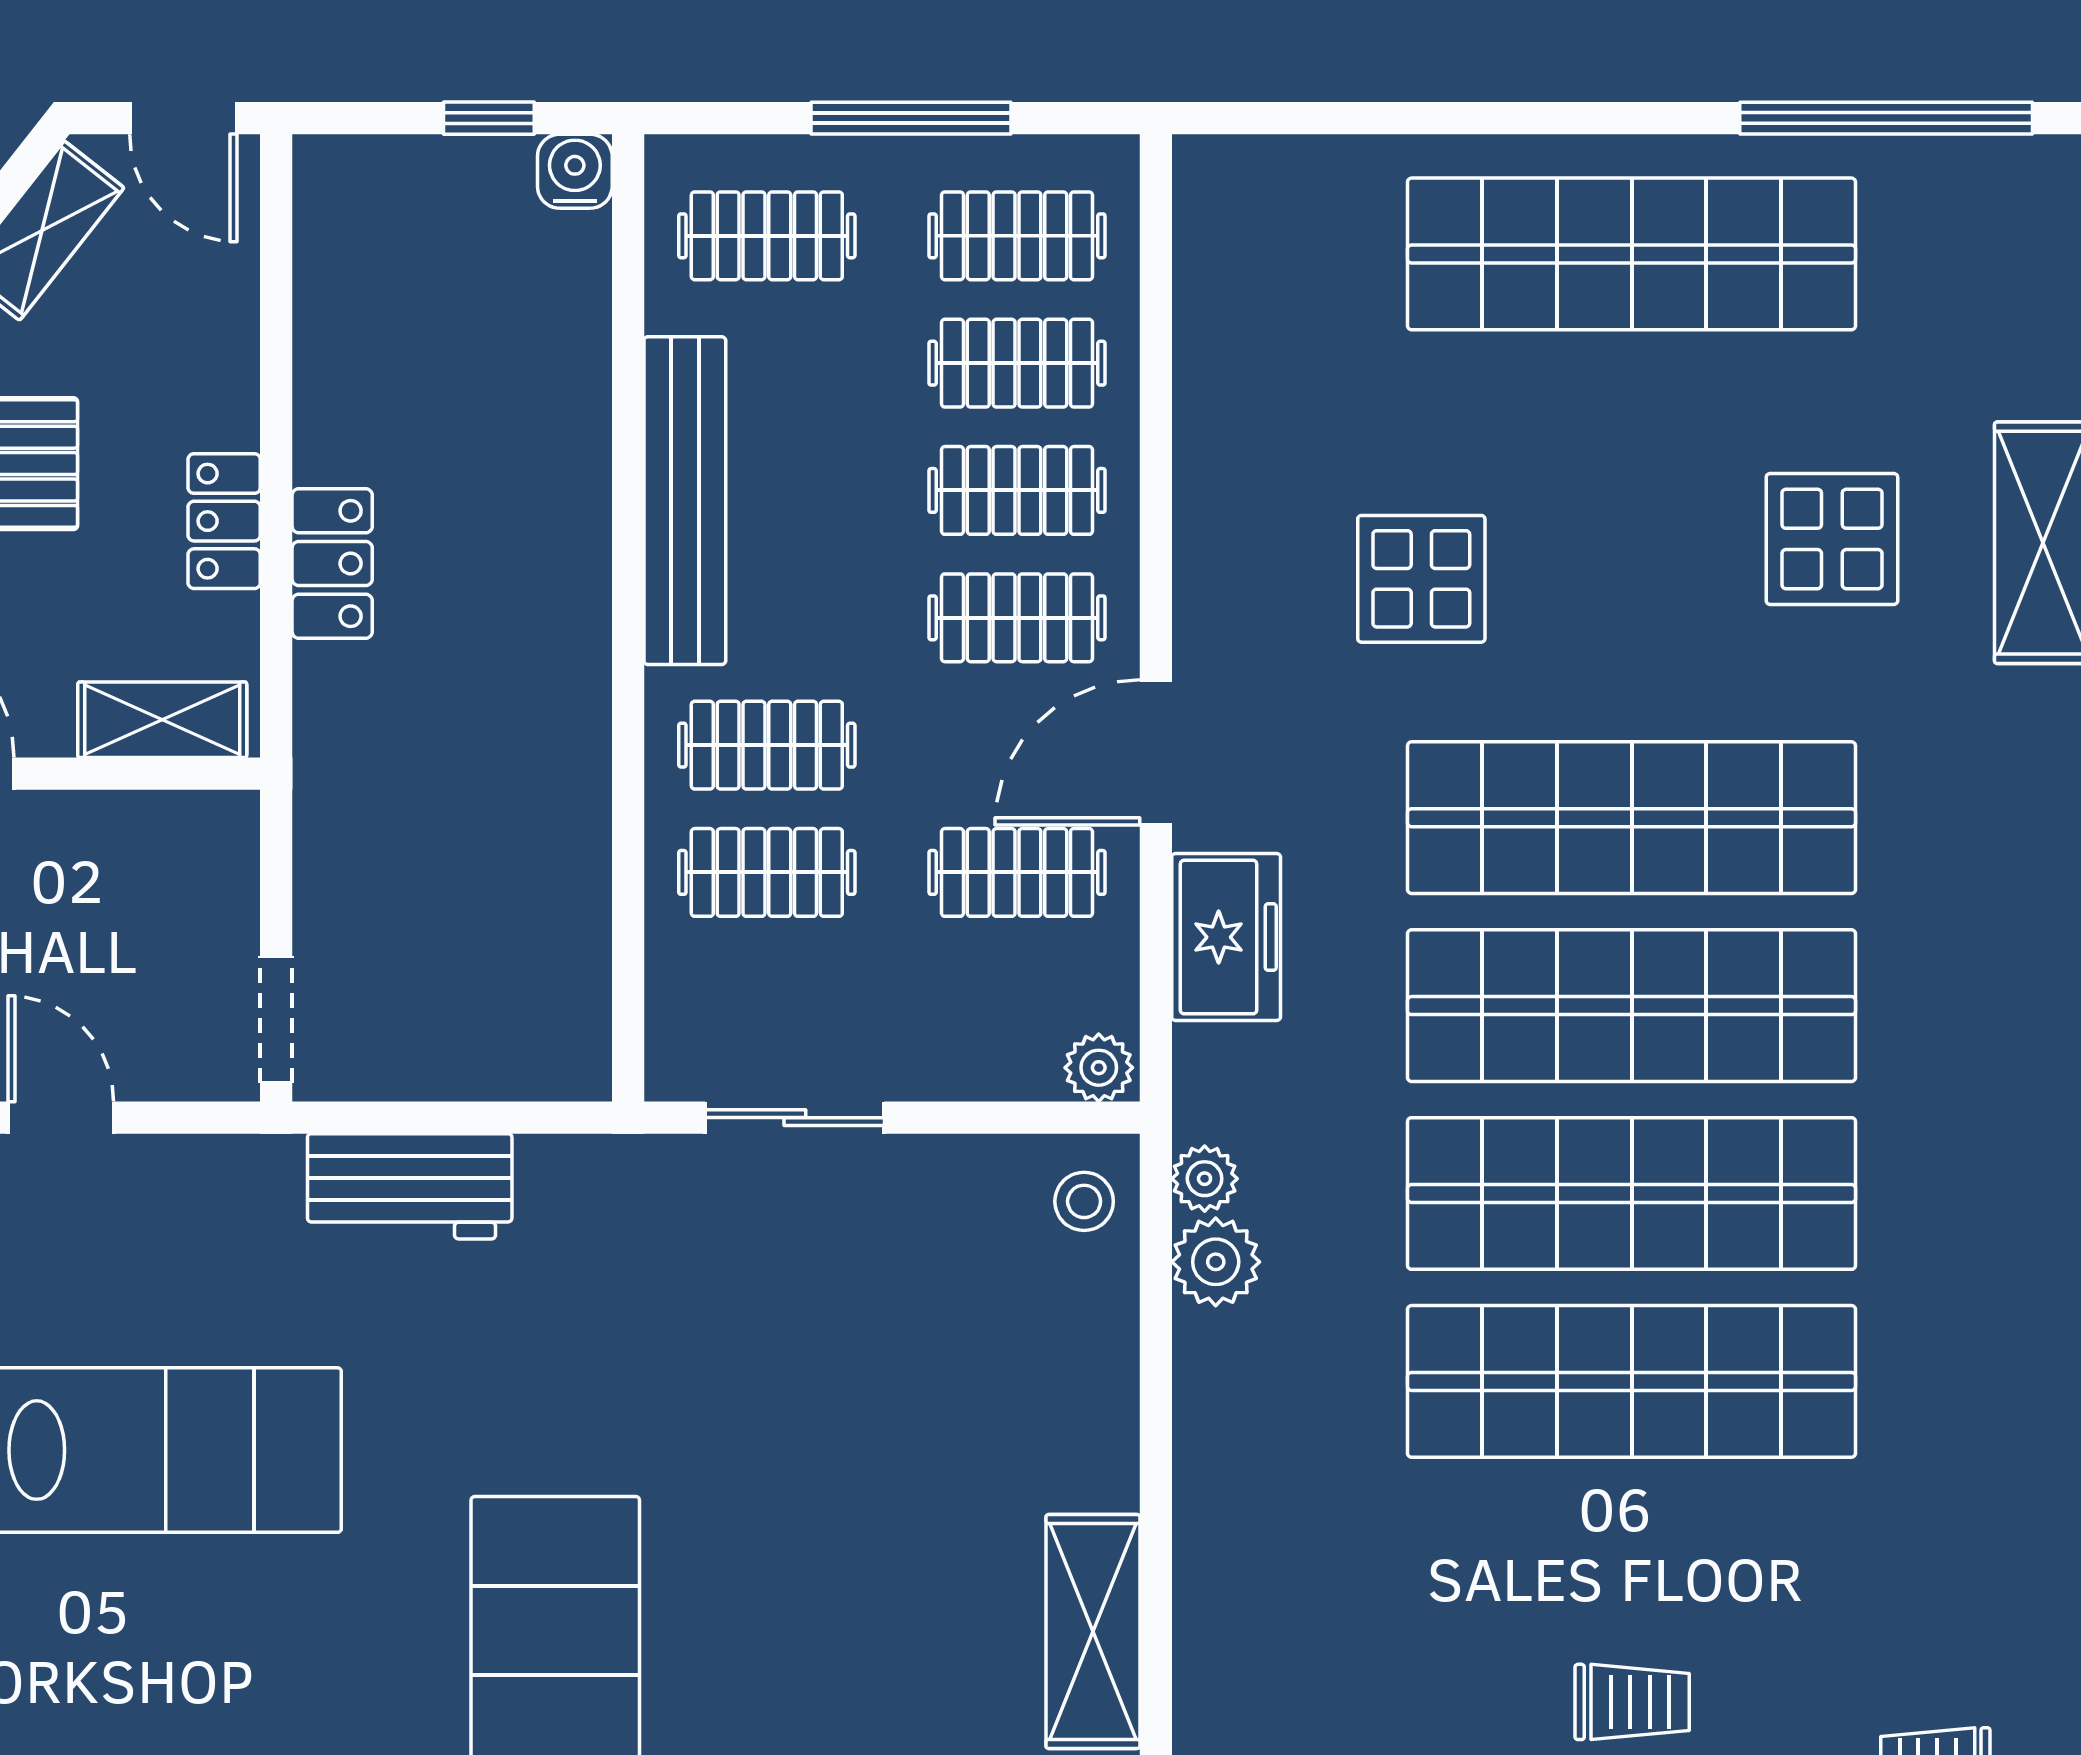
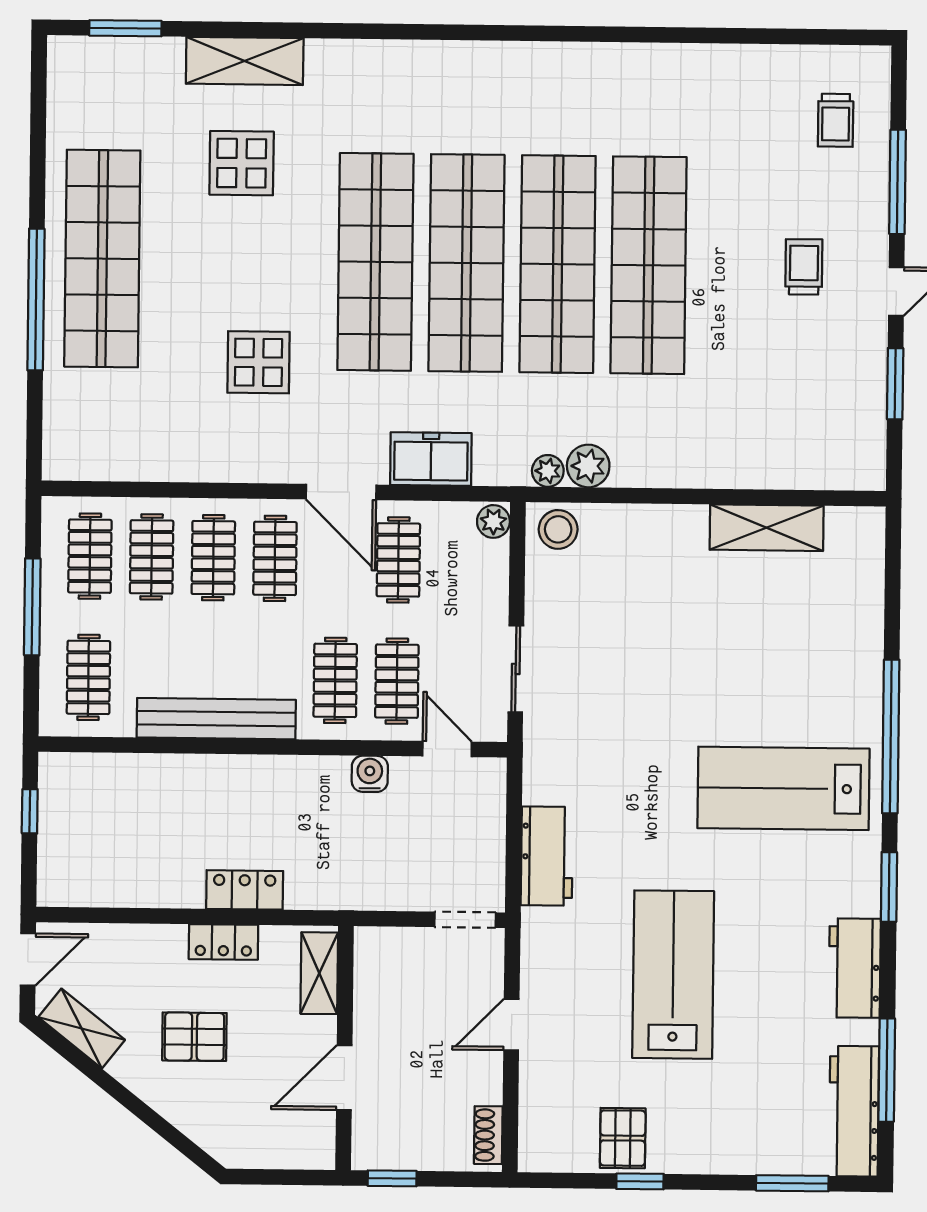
window: (1886, 118) -> (36, 300), moved
water cooler: (575, 171) -> (370, 774), moved, turned 90
door: (628, 978) -> (447, 749), added
stool: (1084, 1201) -> (558, 529), width x1.37, depth x1.37

